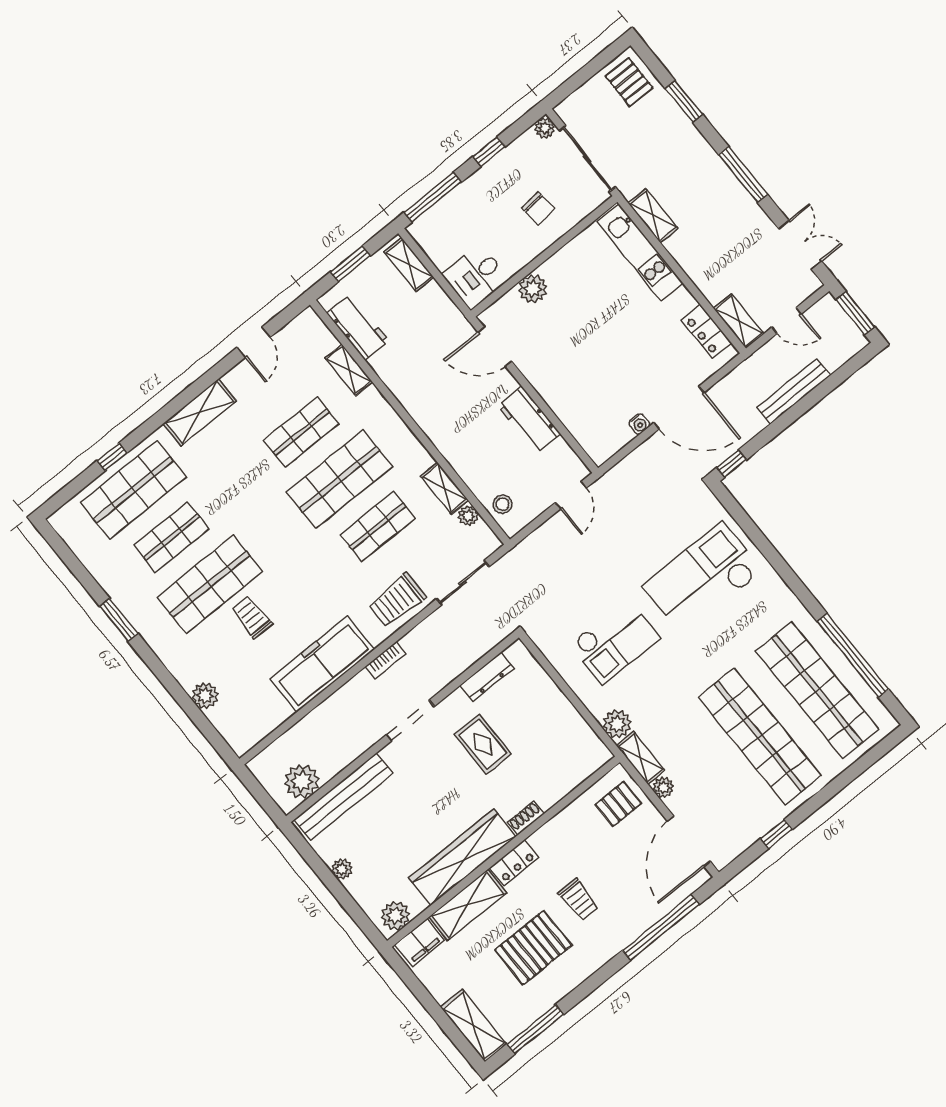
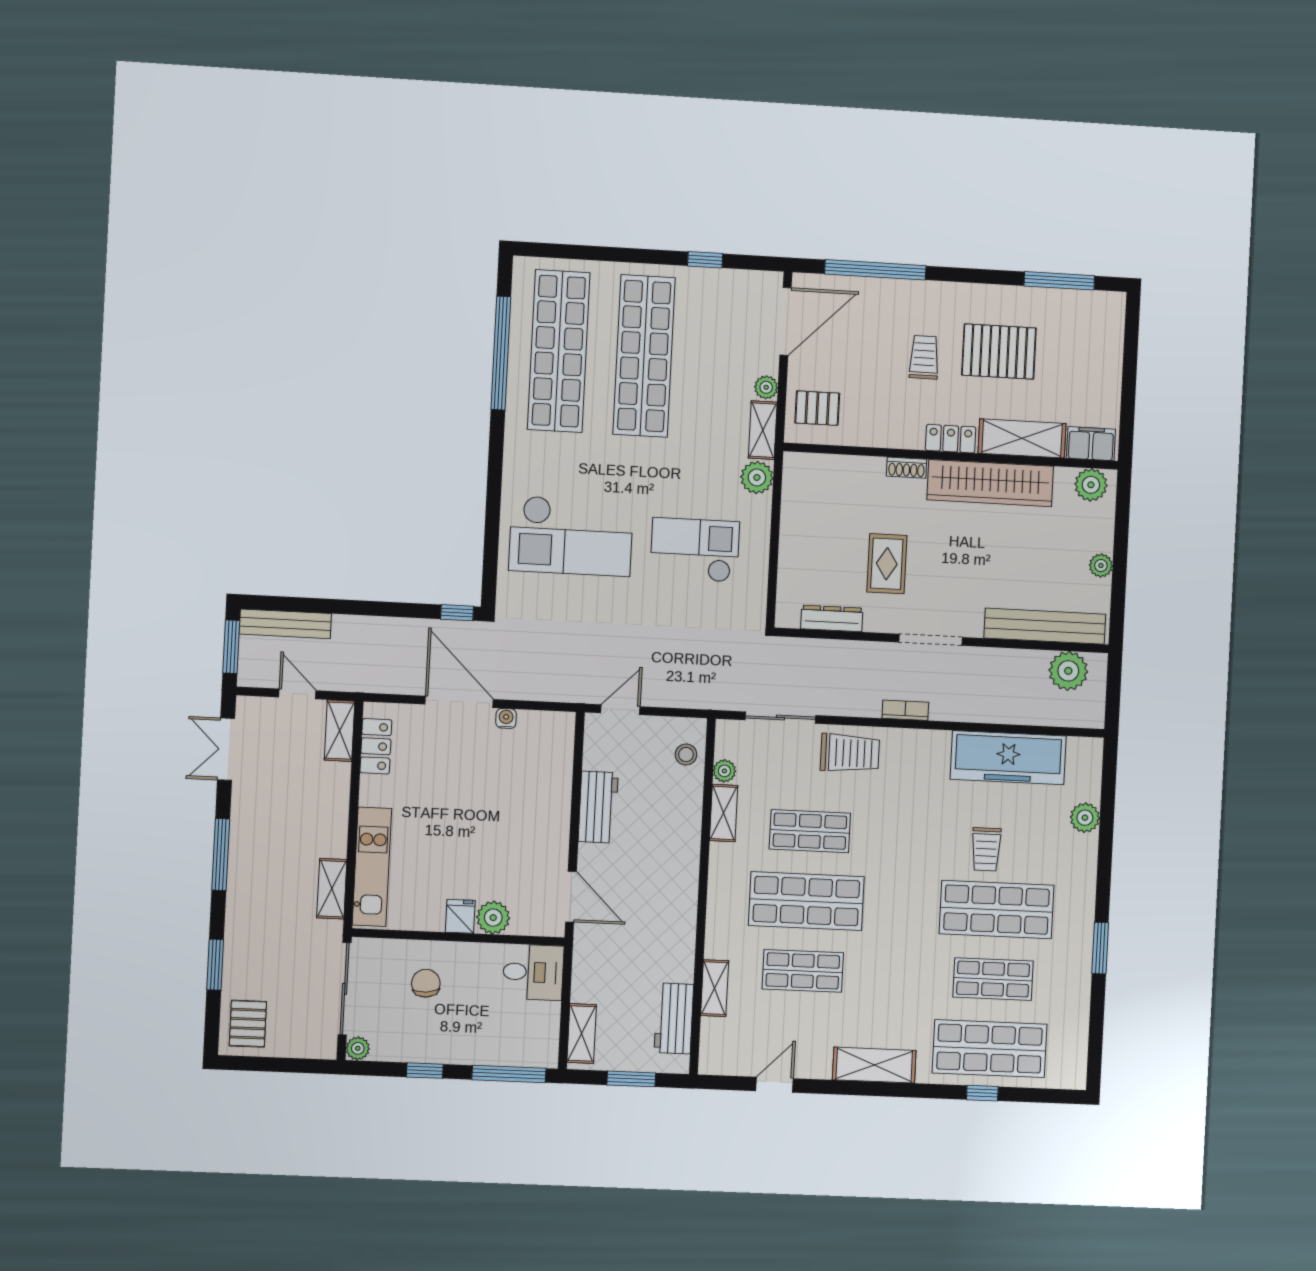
fridge: (555, 271) -> (460, 916), added
bench: (794, 391) -> (285, 624), moved
freezer: (322, 664) -> (1008, 758), moved
shelving: (474, 1026) -> (1108, 332), removed

